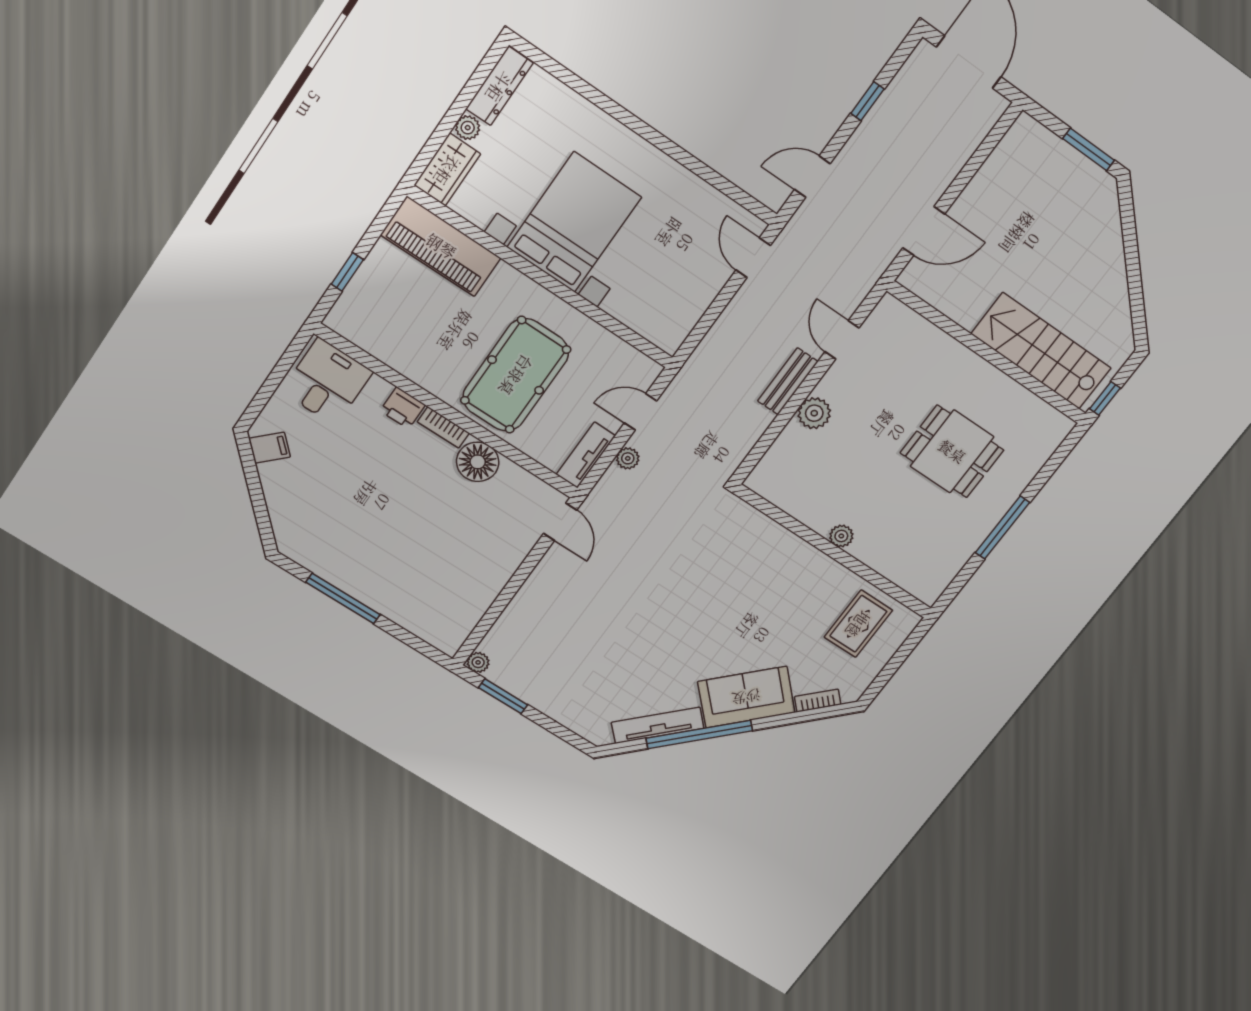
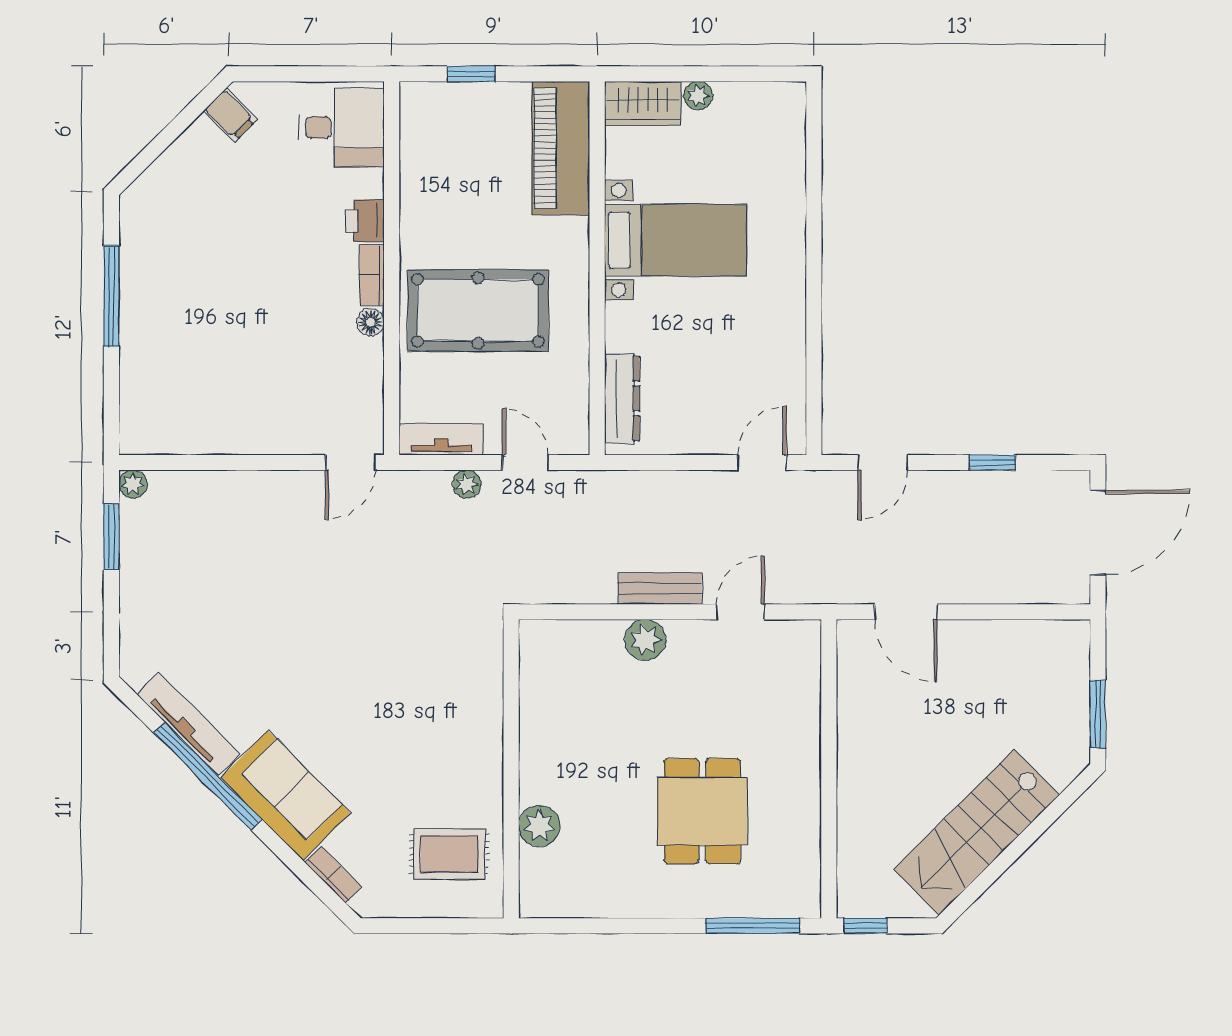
dresser: (499, 86) -> (622, 398), moved, turned -90
door: (812, 177) -> (883, 463), swing flipped
bed with nightstands: (574, 222) -> (676, 240), width x0.73
stairs: (1041, 351) -> (977, 832), moved, turned -135
floor lamp: (478, 462) -> (370, 322), width x0.53, depth x0.53
window: (1002, 528) -> (753, 926), moved
plant: (841, 536) -> (539, 826), moved, width x1.38, depth x1.38

